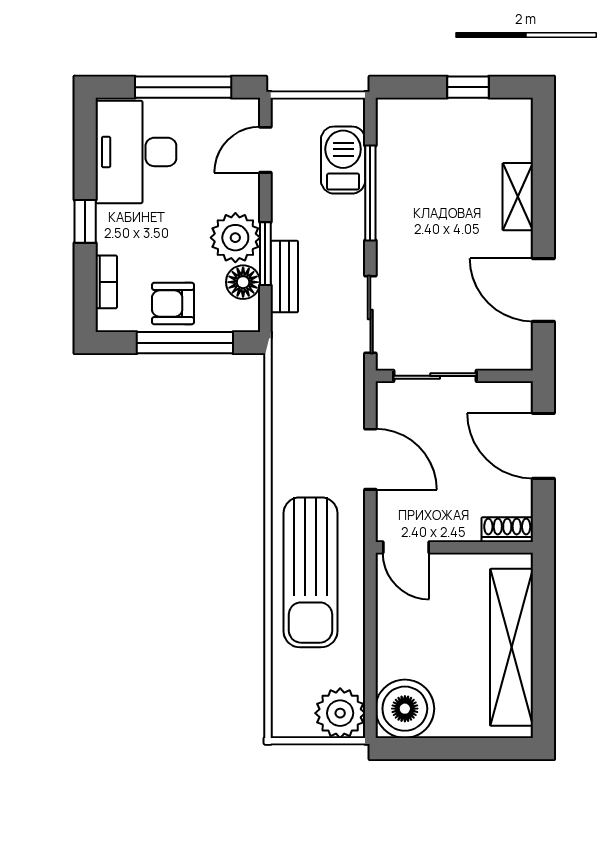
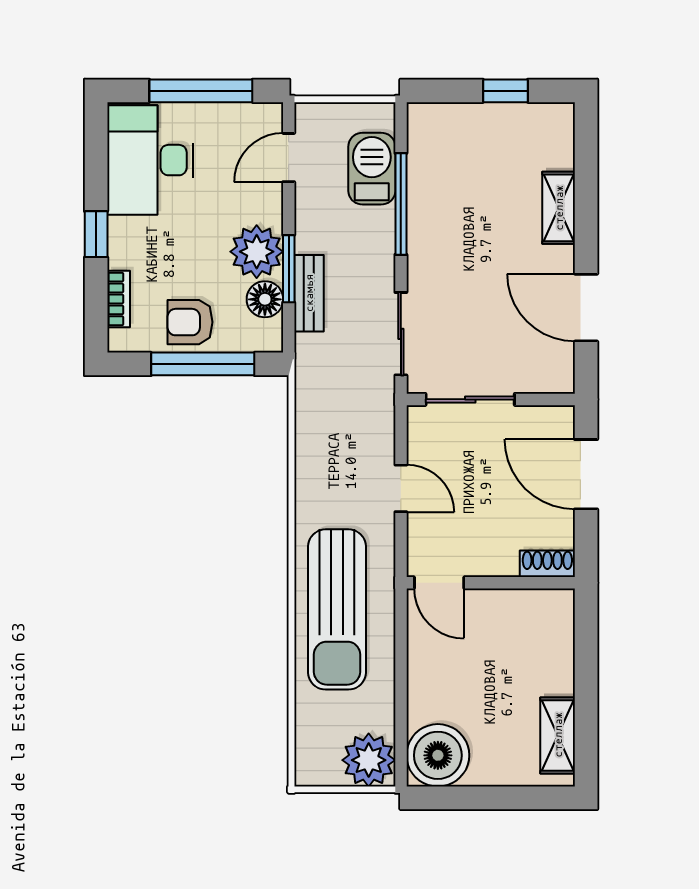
door: (370, 459) -> (401, 488), width x0.73
shelving: (512, 647) -> (558, 735), width x0.45, depth x0.75

